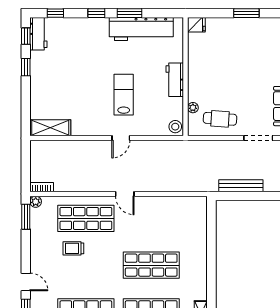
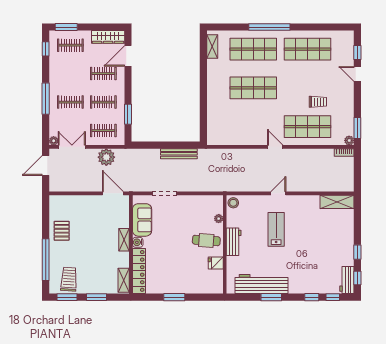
window: (96, 13) -> (312, 297), moved
fridge: (196, 25) -> (216, 263), moved
lab bench: (124, 95) -> (276, 229), turned 180
cafe table: (220, 119) -> (206, 240), moved

